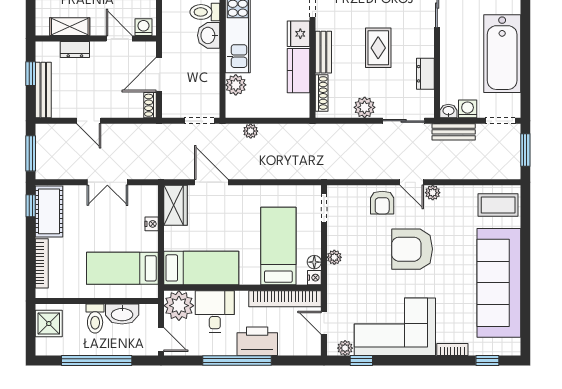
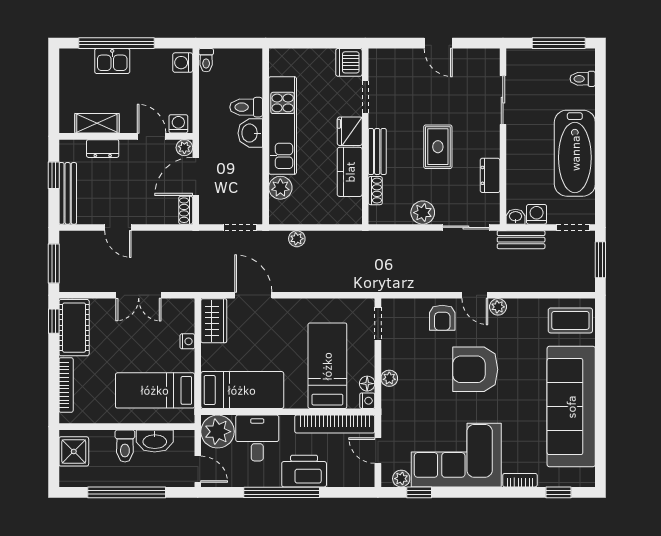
plant: (149, 49) -> (184, 148), added
shoe rack: (322, 93) -> (375, 191), width x0.70

